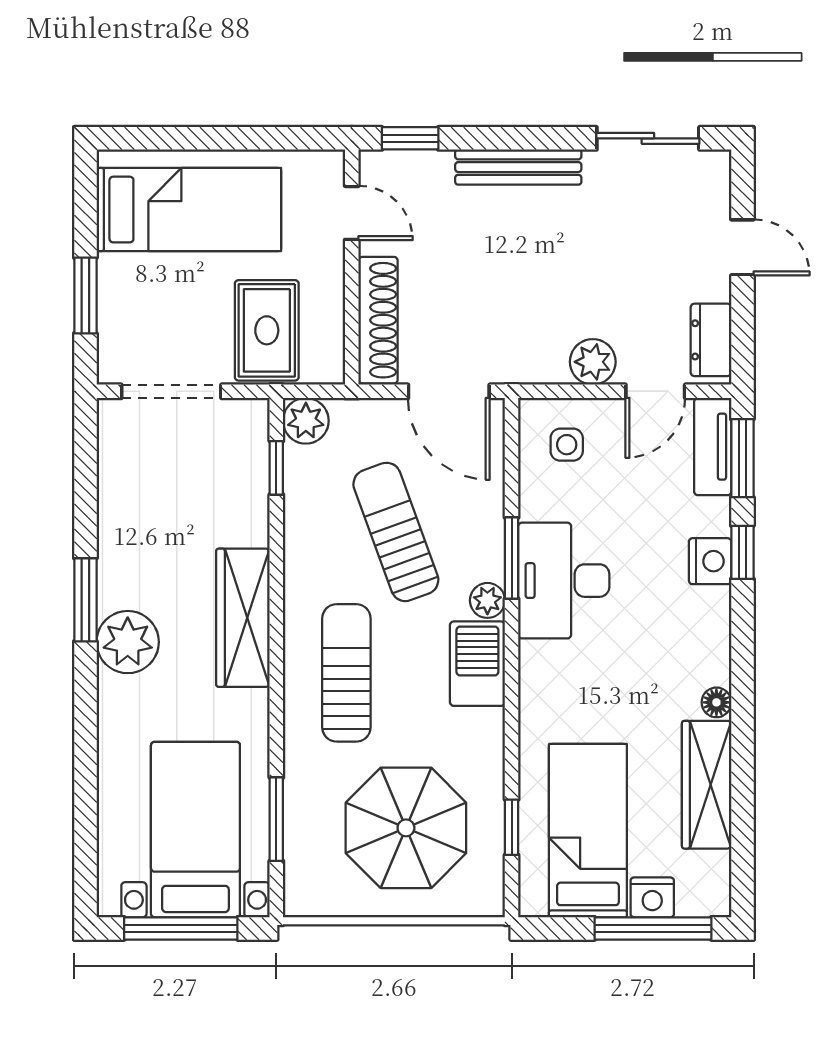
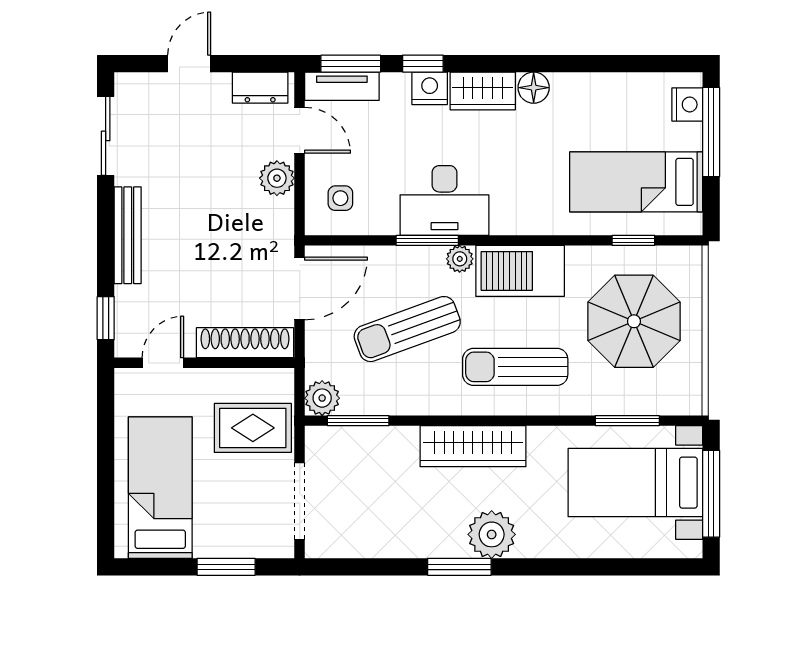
window: (276, 468) -> (358, 421), width x1.50
barbecue: (477, 664) -> (520, 271), width x1.37, depth x1.21
floor lamp: (716, 702) -> (534, 88), width x1.37, depth x1.37
wardrobe: (707, 785) -> (483, 91), moved, width x0.67
nightstand: (652, 897) -> (687, 104), moved

